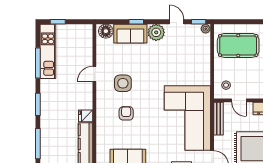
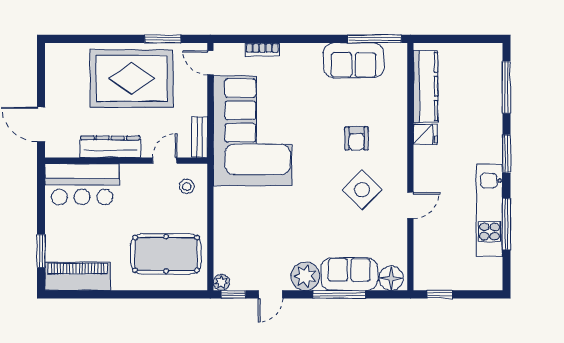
window: (58, 22) -> (440, 294), moved
window: (136, 22) -> (339, 294), width x2.17
door: (177, 22) -> (270, 294), hinge flipped
kitchen unit: (48, 51) -> (489, 210), moved
side table: (123, 83) -> (362, 190), turned 45
door: (239, 100) -> (165, 161), hinge flipped
bench: (218, 119) -> (200, 137), width x0.73

